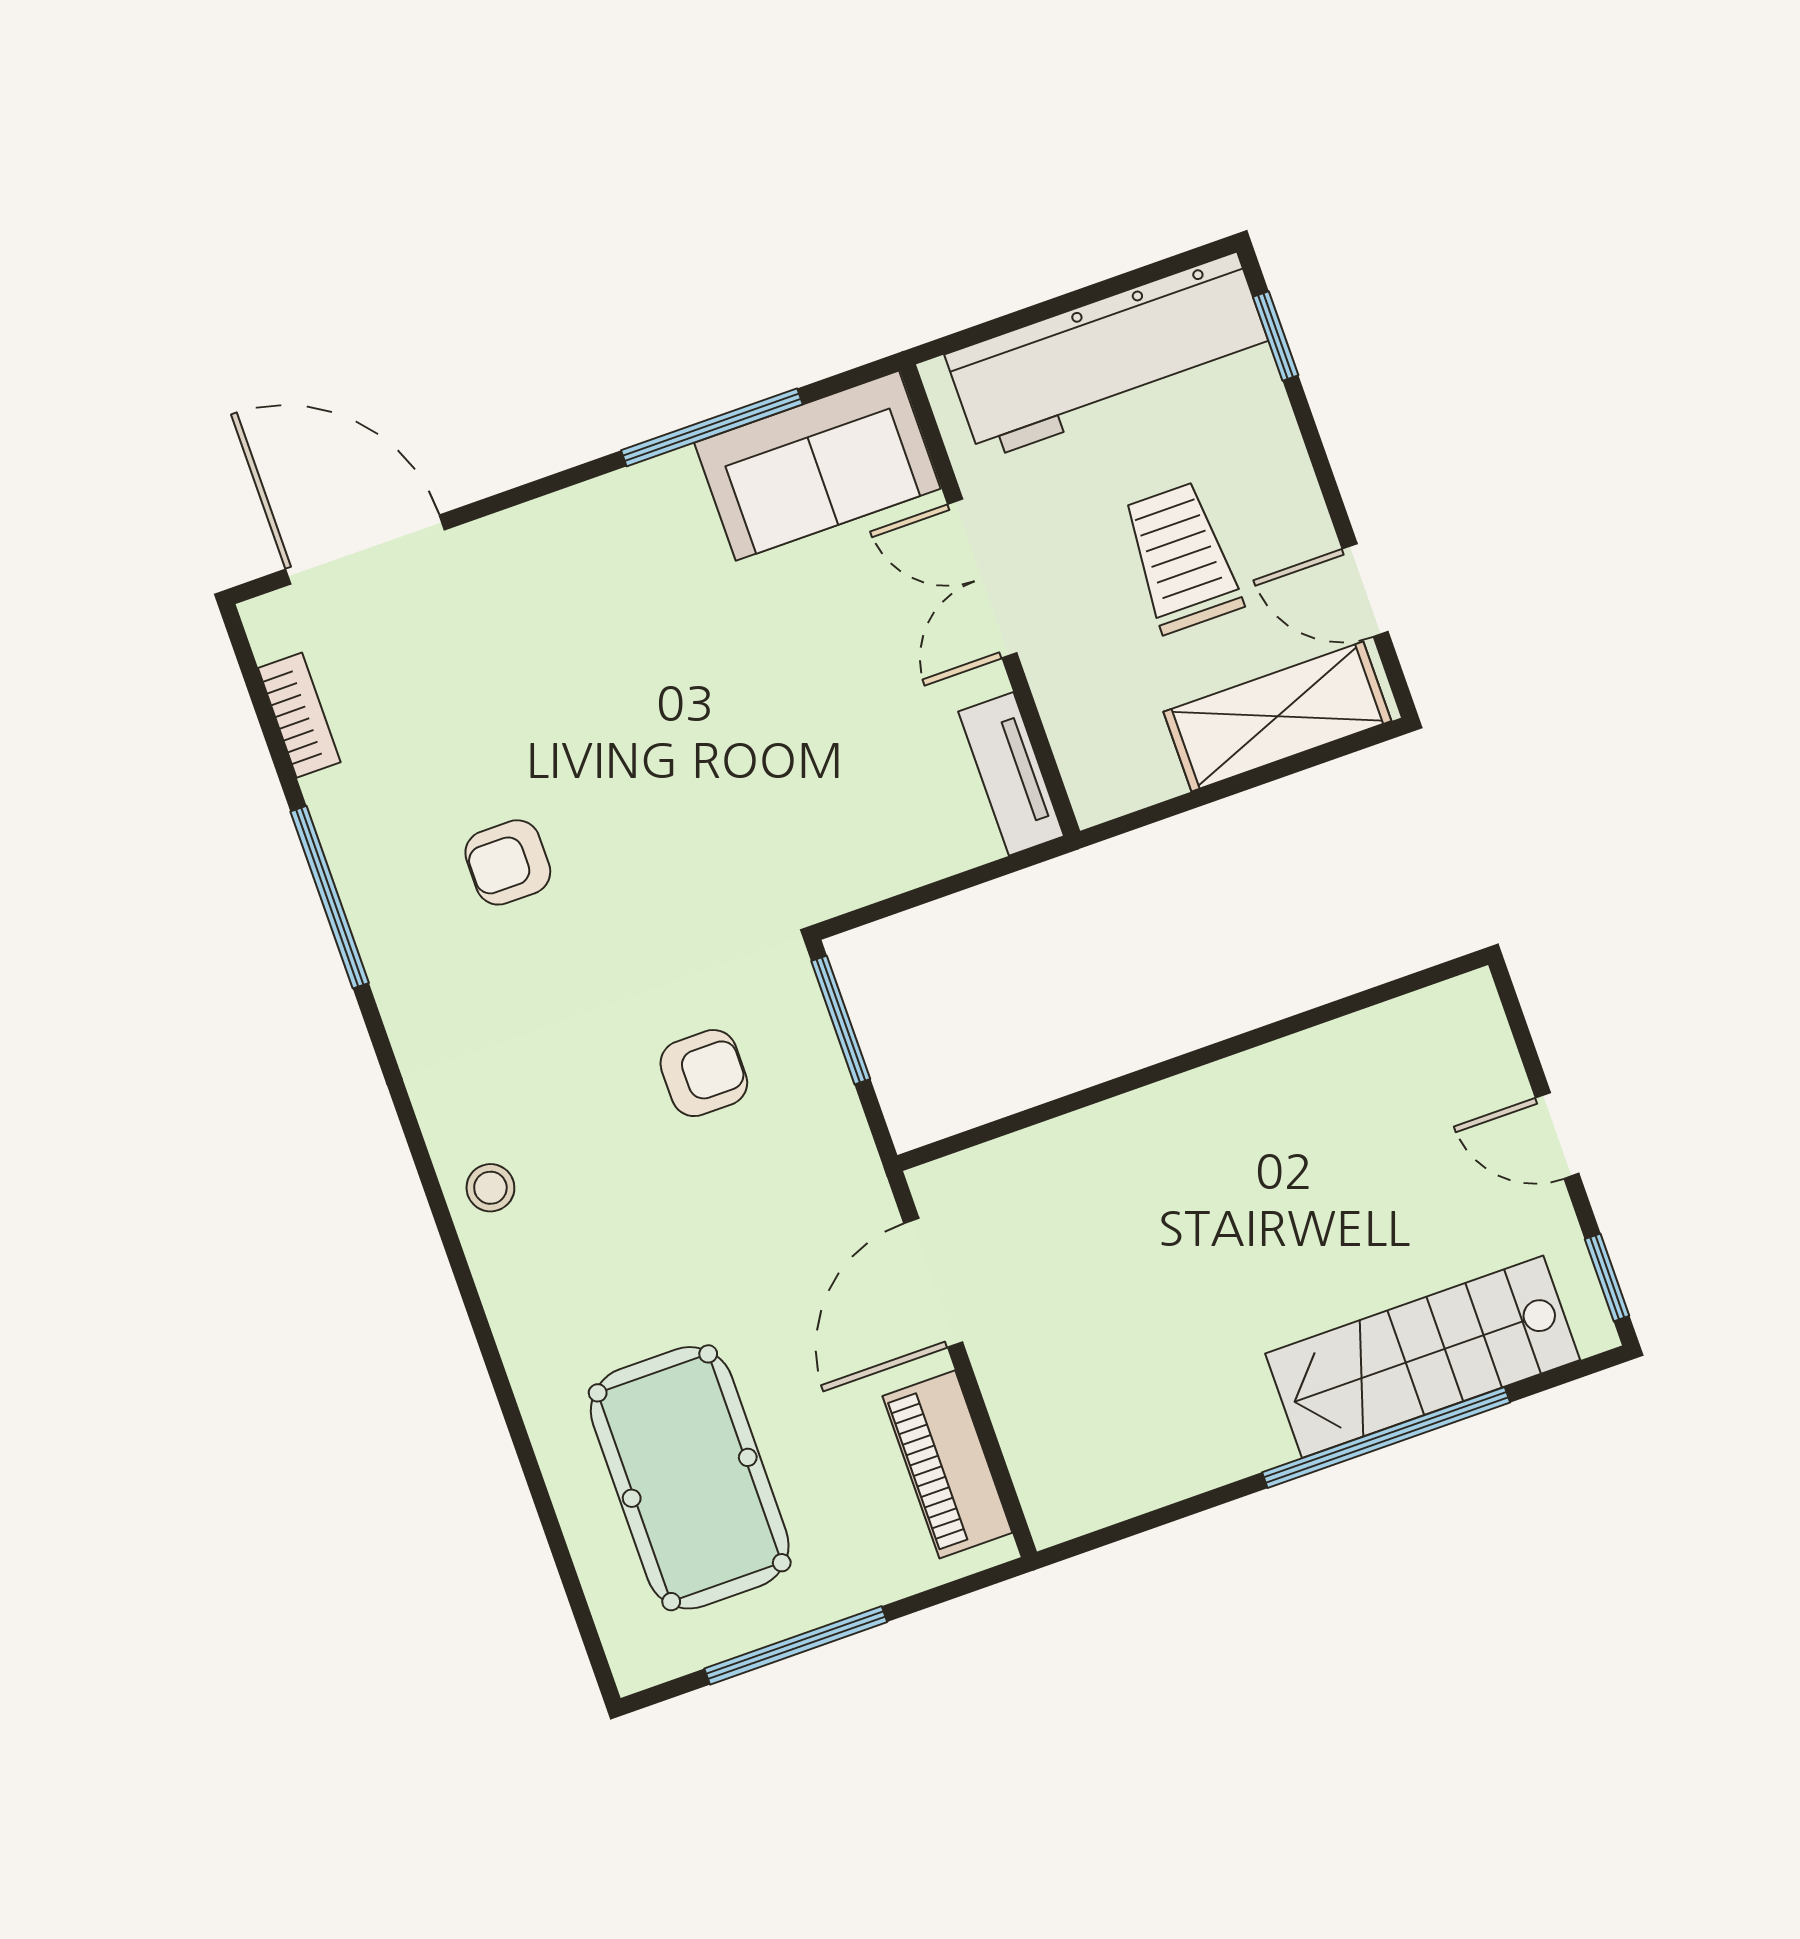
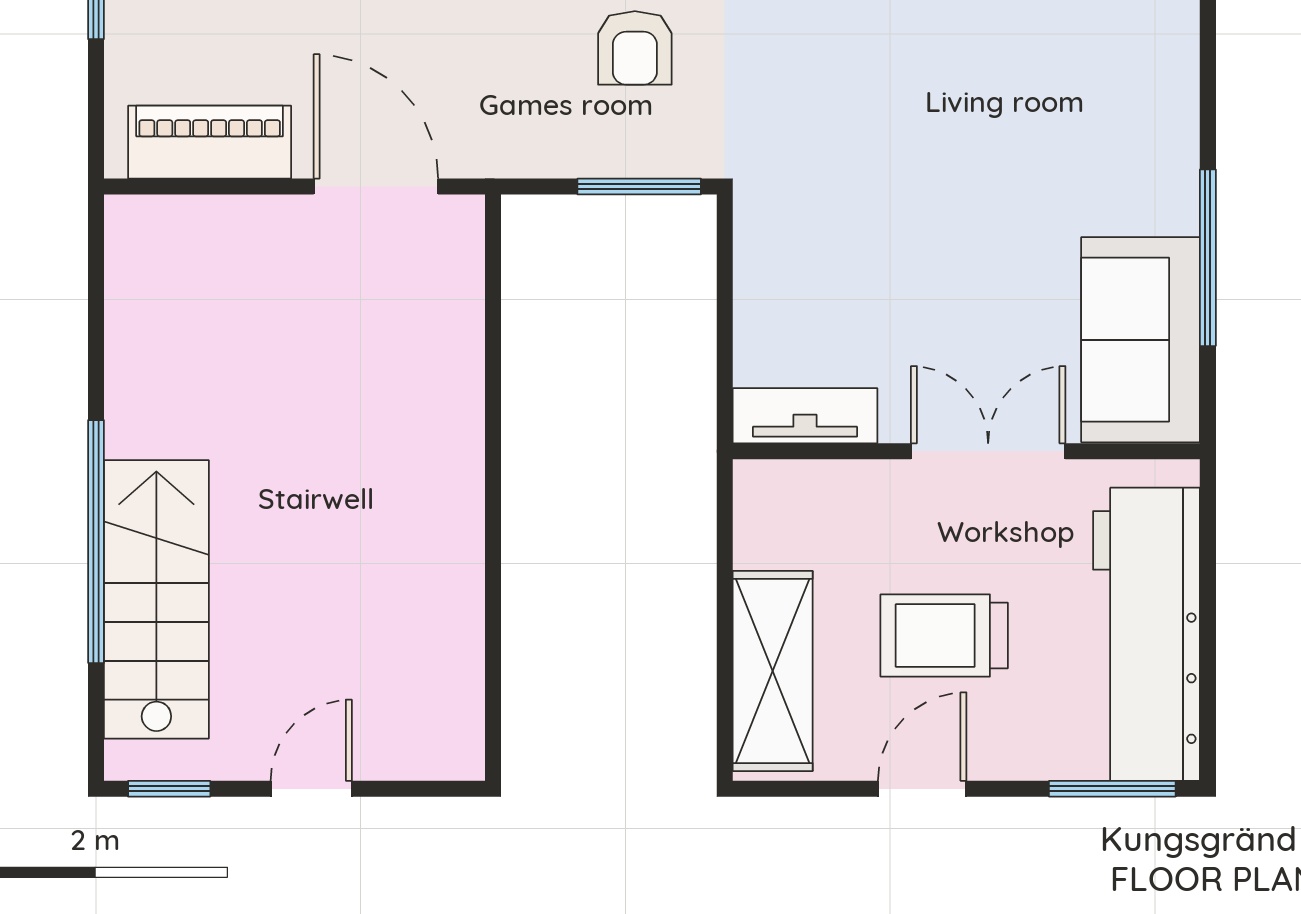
window: (1276, 336) -> (1112, 789), width x1.50
trolley: (1182, 558) -> (944, 635), turned 180
door: (1365, 590) -> (922, 789), moved

